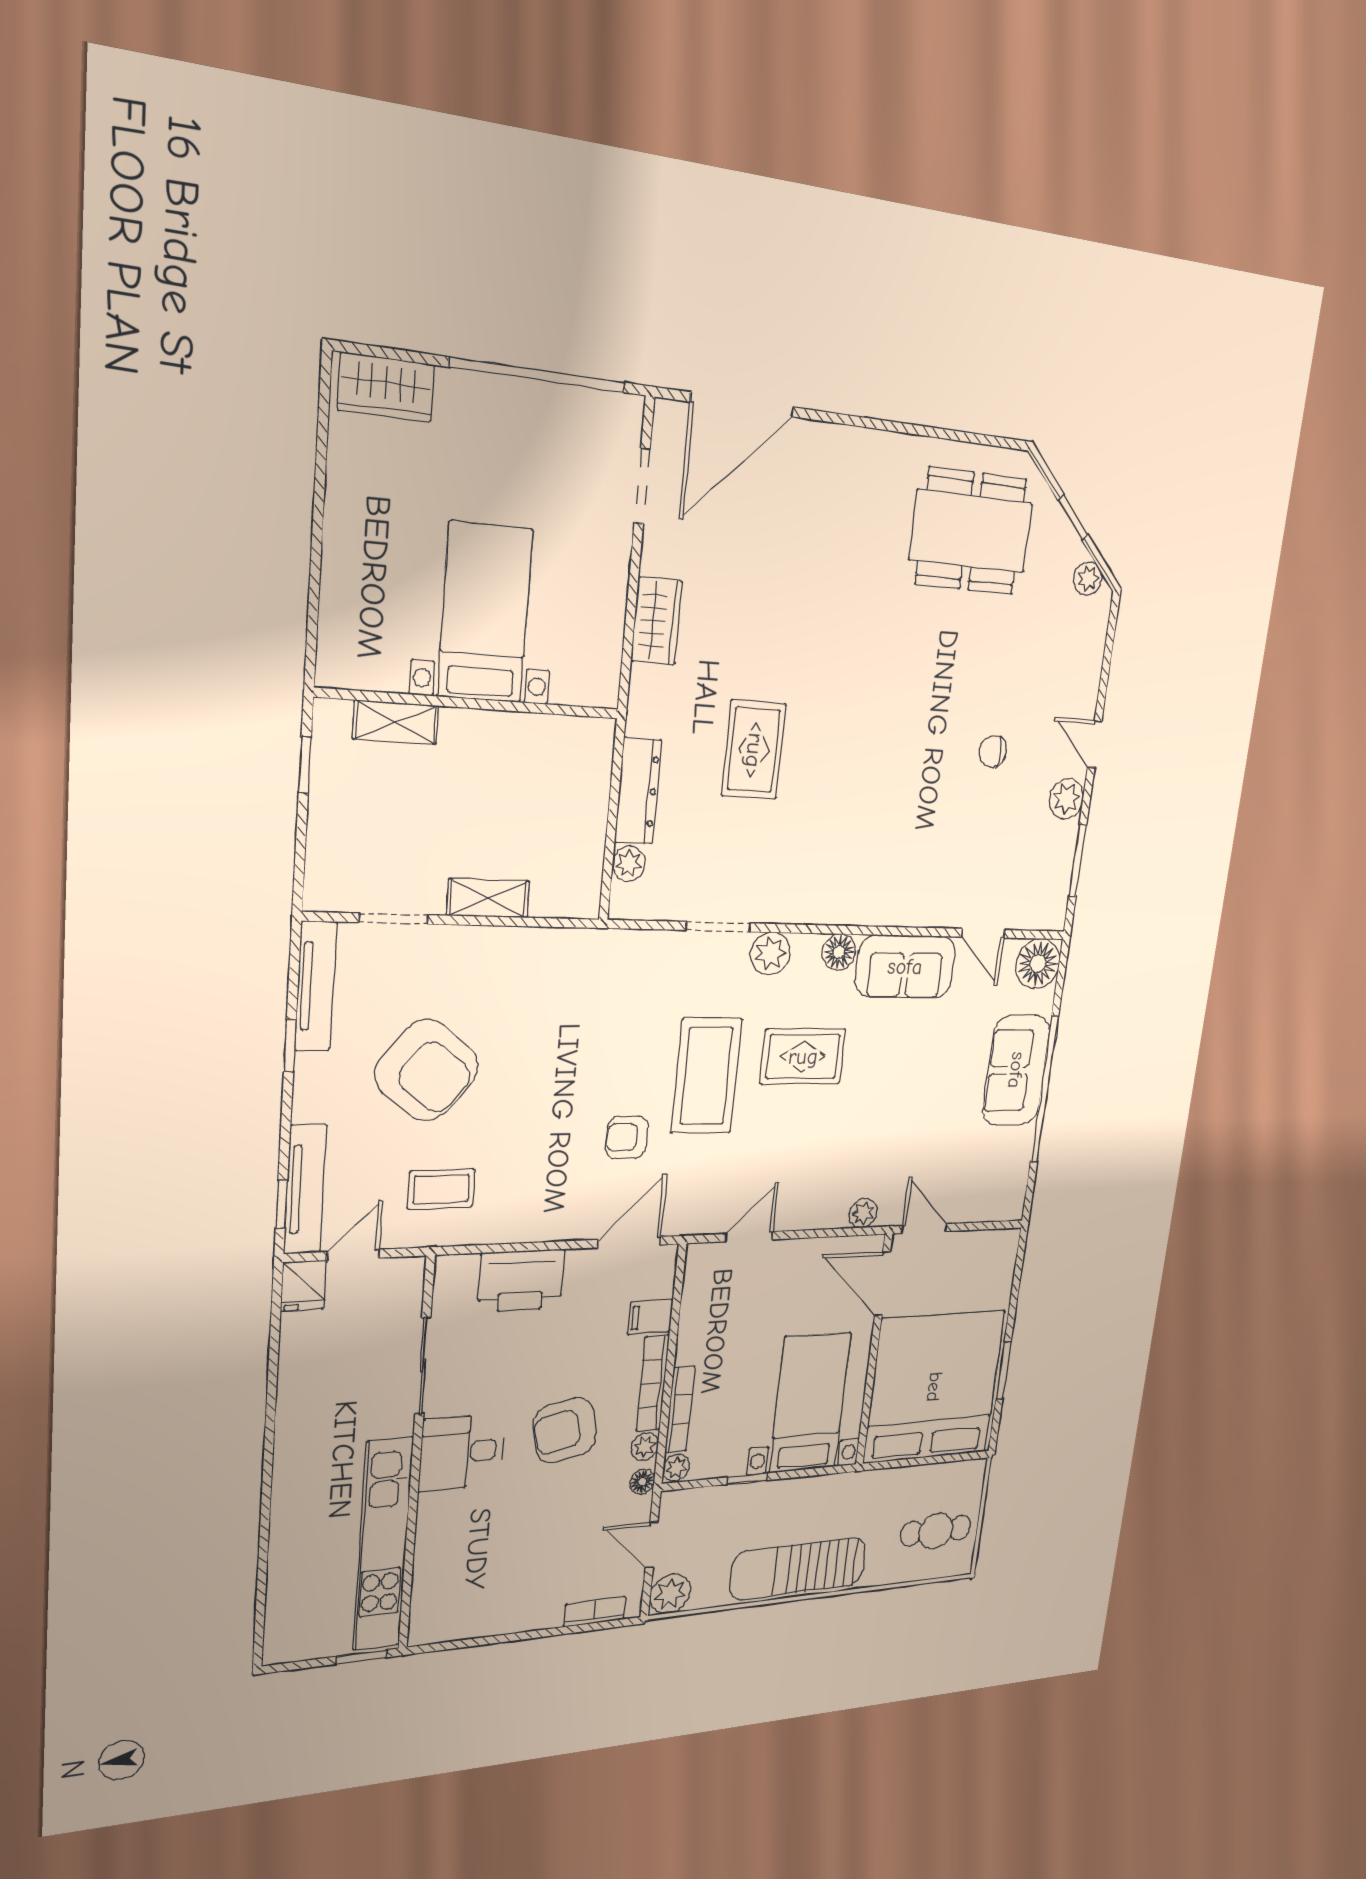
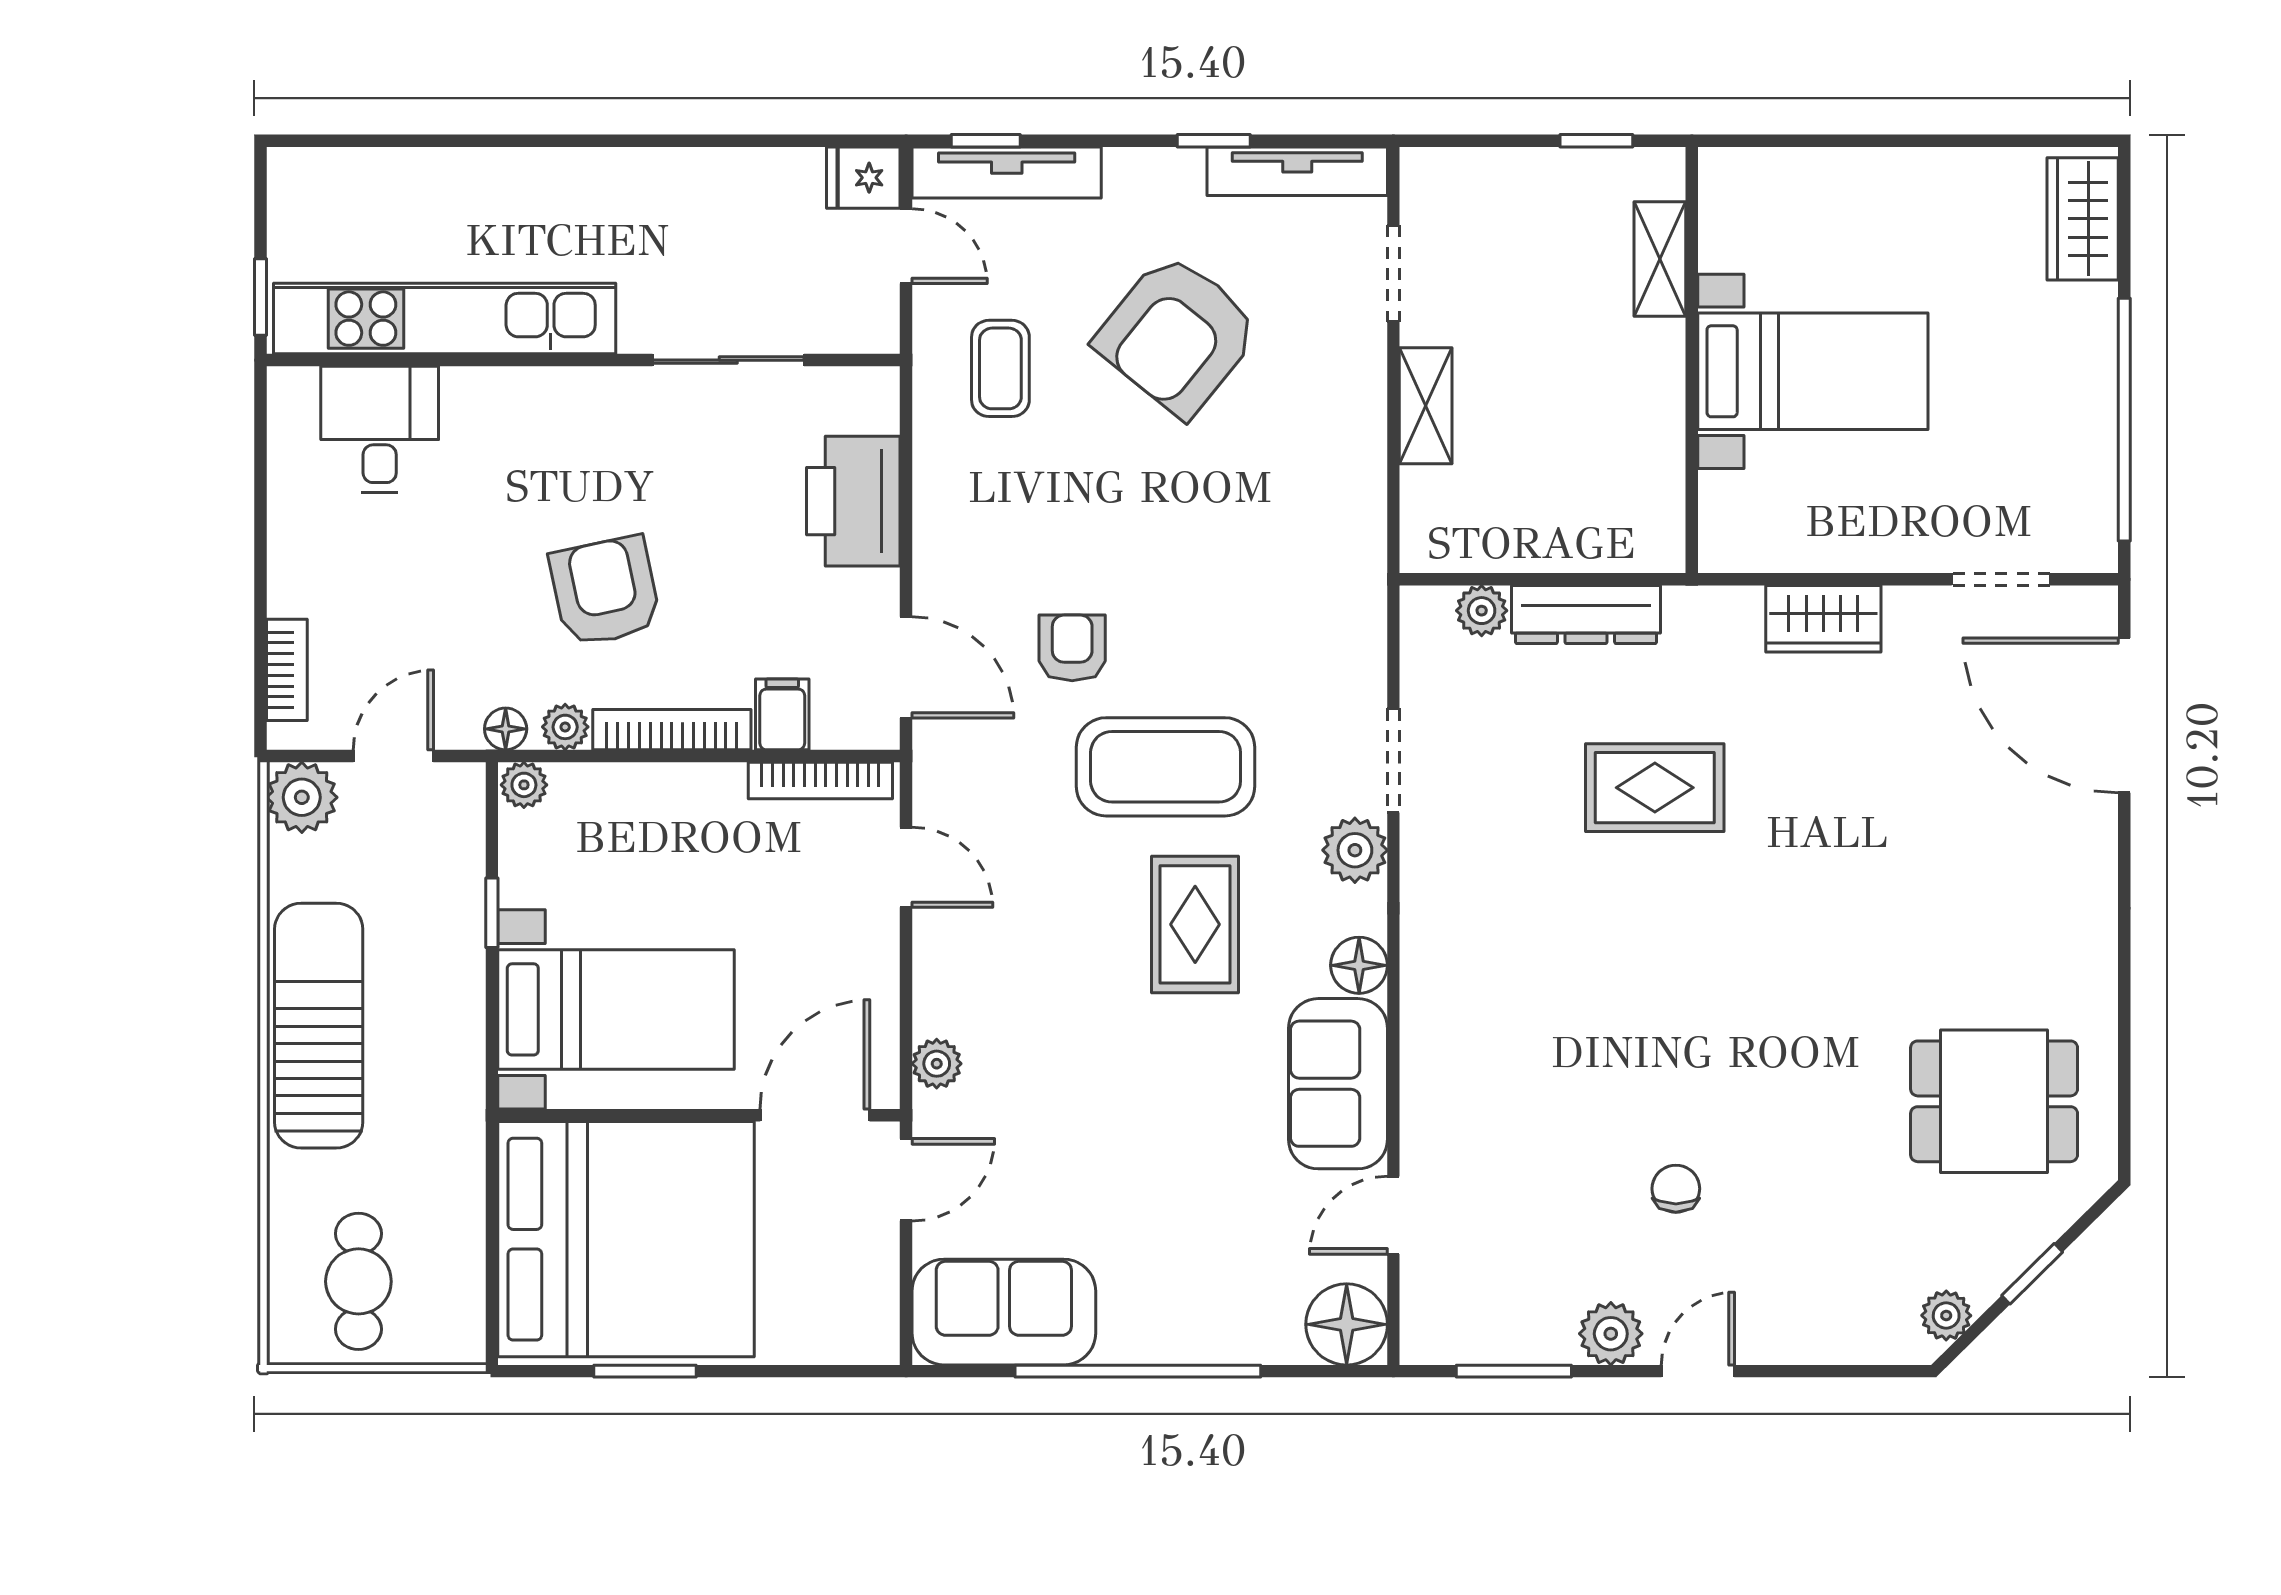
dining table: (971, 531) -> (1994, 1101), width x0.73
sofa: (1016, 1070) -> (1004, 1312), moved
bookcase: (680, 1409) -> (820, 780), moved
desk: (462, 1452) -> (380, 430), moved

